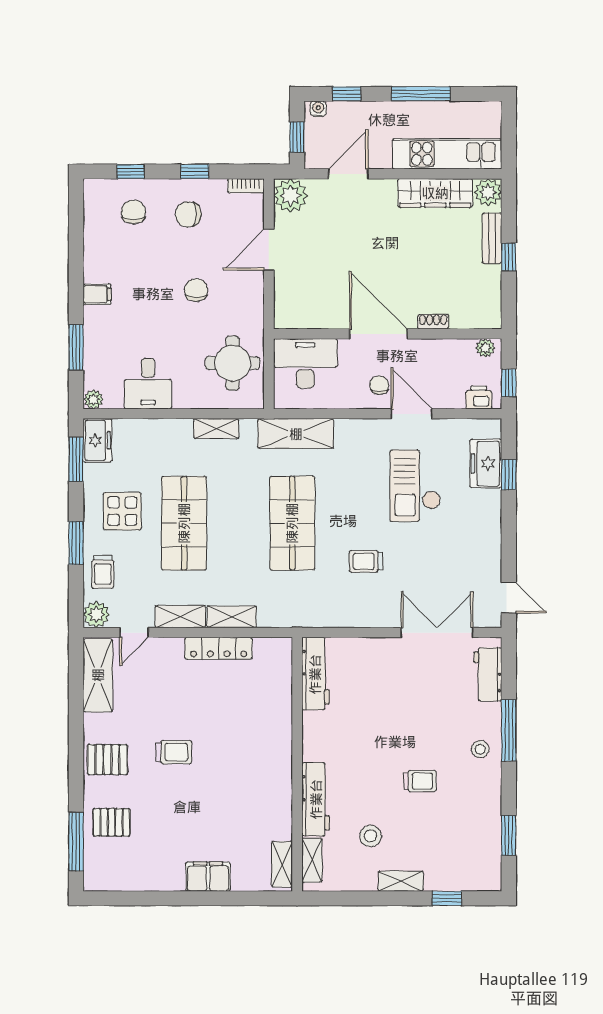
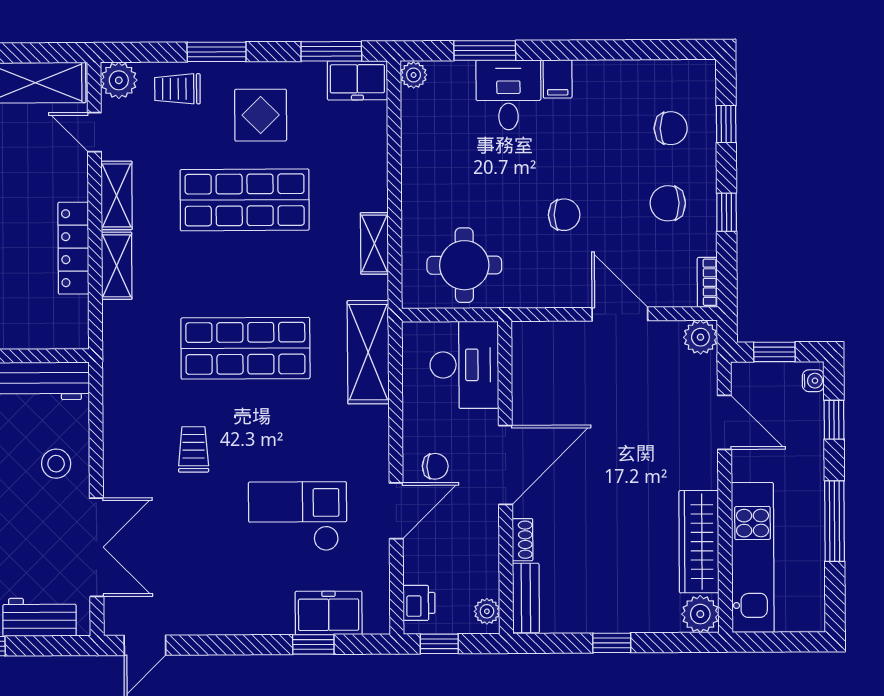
plant: (291, 196) -> (700, 337), width x0.73, depth x0.73
chair: (188, 214) -> (668, 203), turned -90
bench: (492, 238) -> (526, 598), moved, turned 90
desk: (148, 384) -> (508, 95), moved, turned 90
stool: (376, 662) -> (56, 464), added

